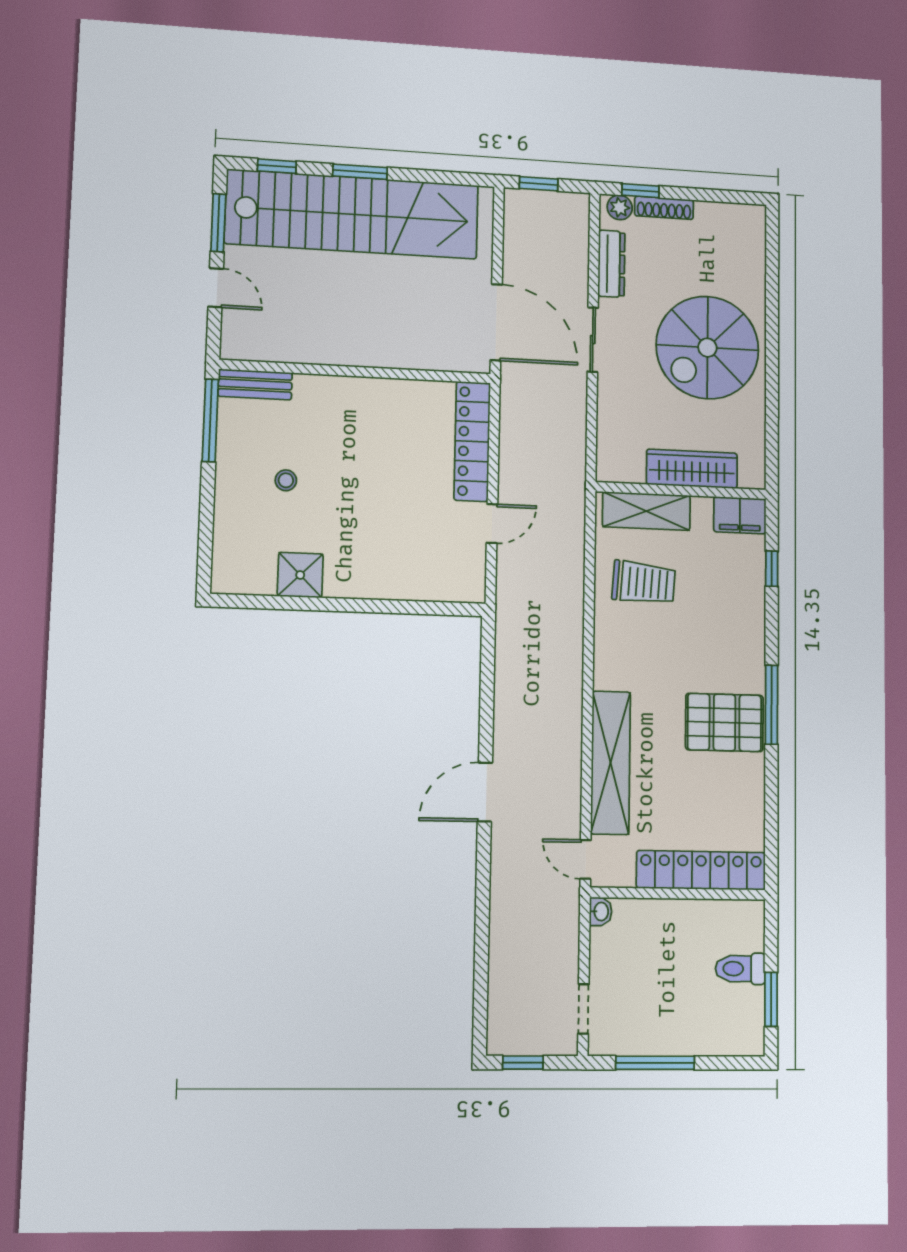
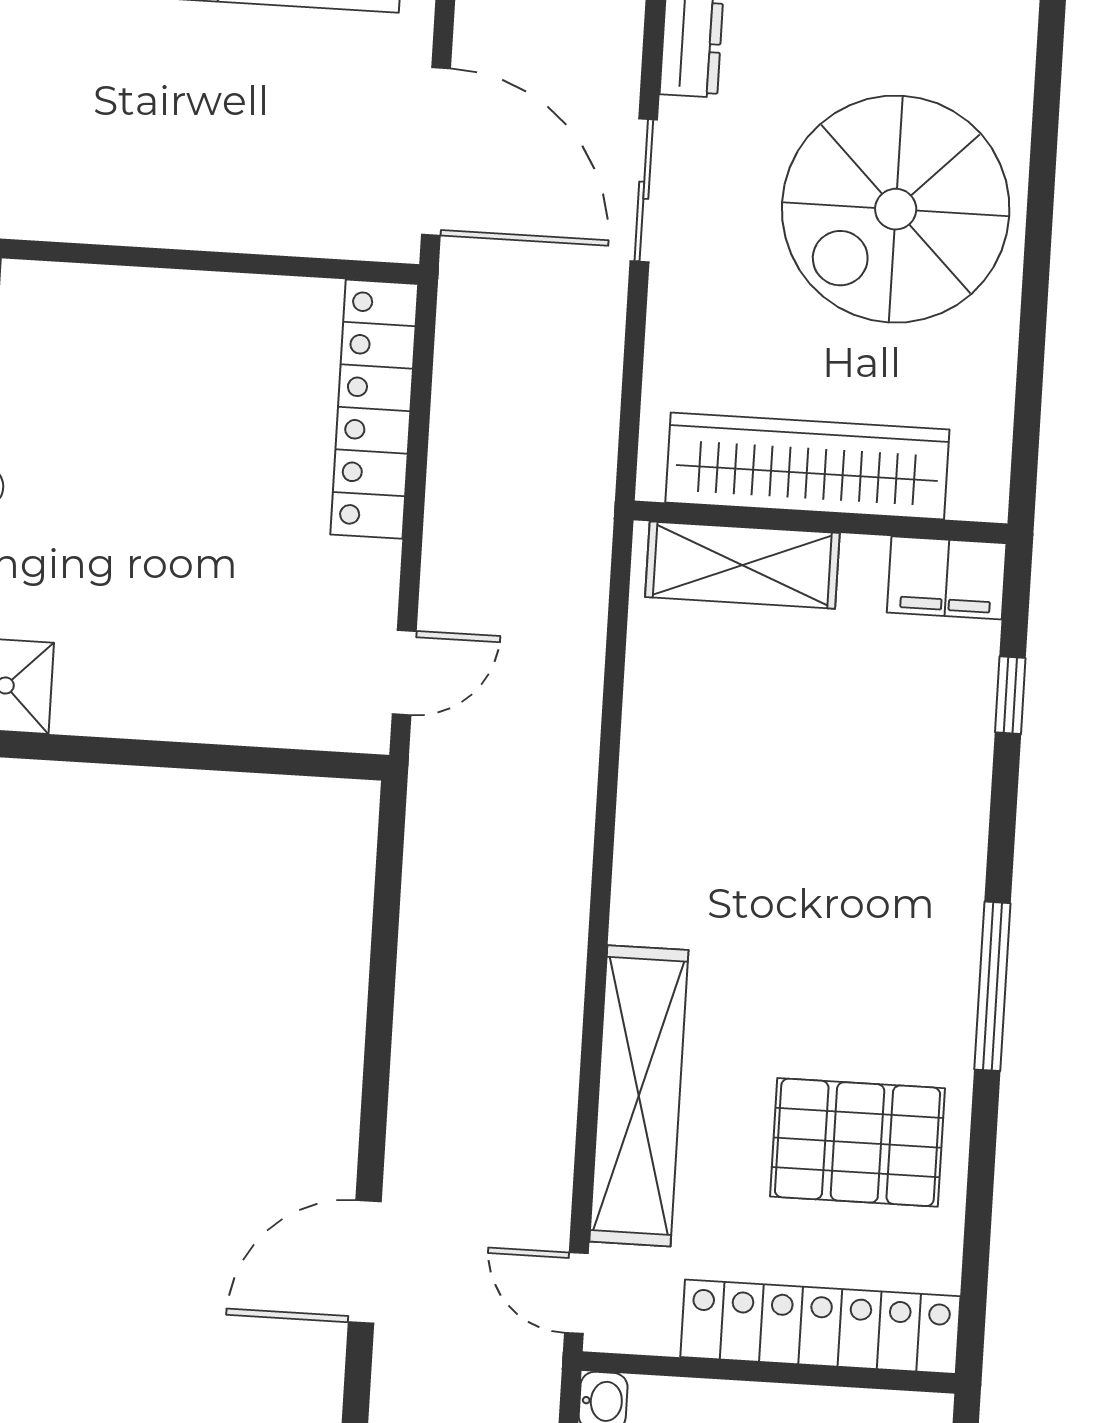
wardrobe: (692, 469) -> (807, 466), width x1.40, depth x1.17
door: (492, 524) -> (404, 672), moved
trolley: (644, 583) -> (729, 719), removed
pallet: (724, 722) -> (857, 1142), moved
door: (485, 792) -> (365, 1262), moved

